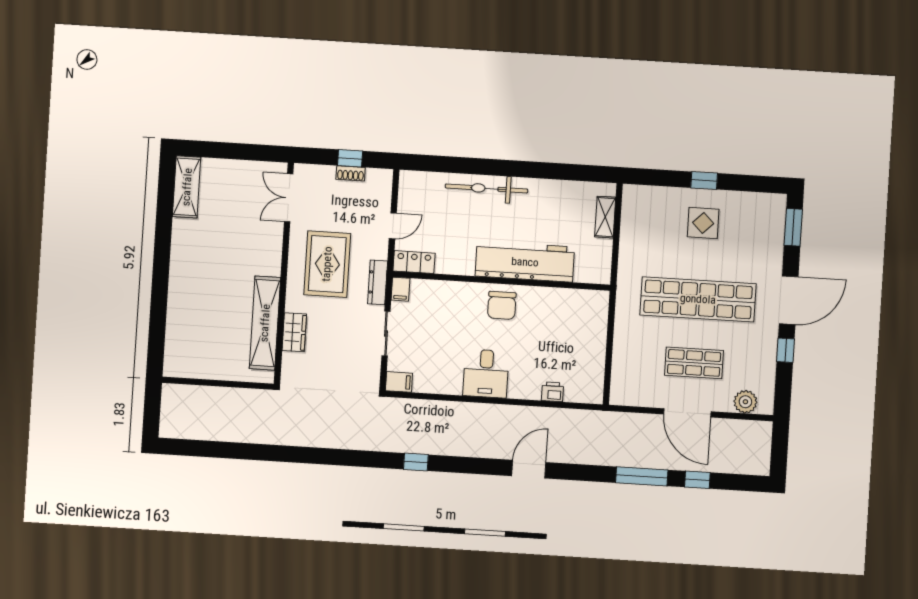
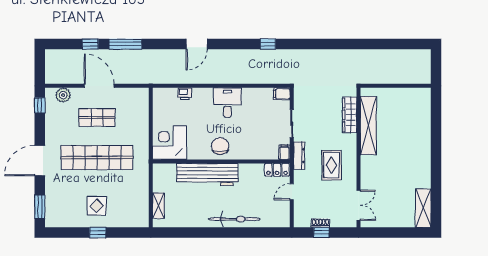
rug: (327, 264) -> (331, 165), width x0.73, depth x0.70
corner desk: (581, 316) -> (170, 143), added
wardrobe: (294, 332) -> (350, 115), width x1.50
window: (786, 350) -> (40, 105), moved

